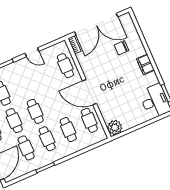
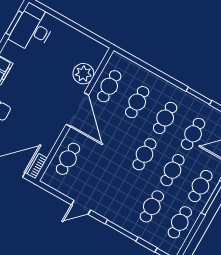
door: (32, 52) -> (81, 207), swing flipped
plant: (115, 127) -> (83, 74), moved

